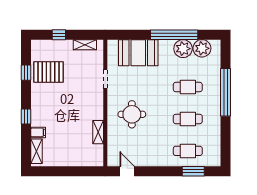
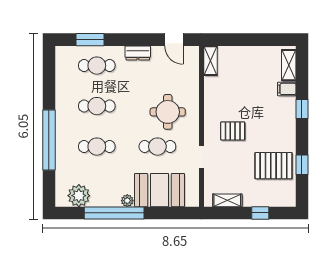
plant: (183, 49) -> (127, 201), moved, width x0.53, depth x0.53
cafe table: (140, 87) -> (157, 147), added
pallet: (81, 99) -> (233, 131), added
shelving: (98, 132) -> (210, 61), moved
dresser: (155, 161) -> (138, 53), added

